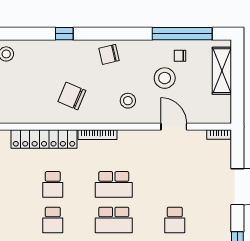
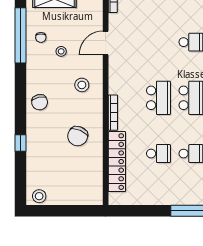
stool: (165, 78) -> (61, 51), width x0.53, depth x0.53

